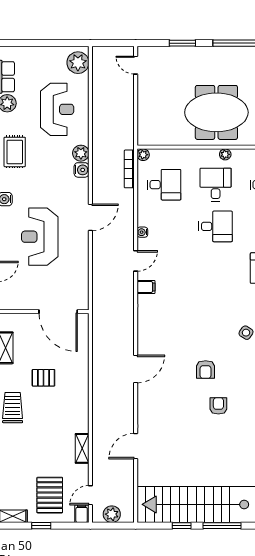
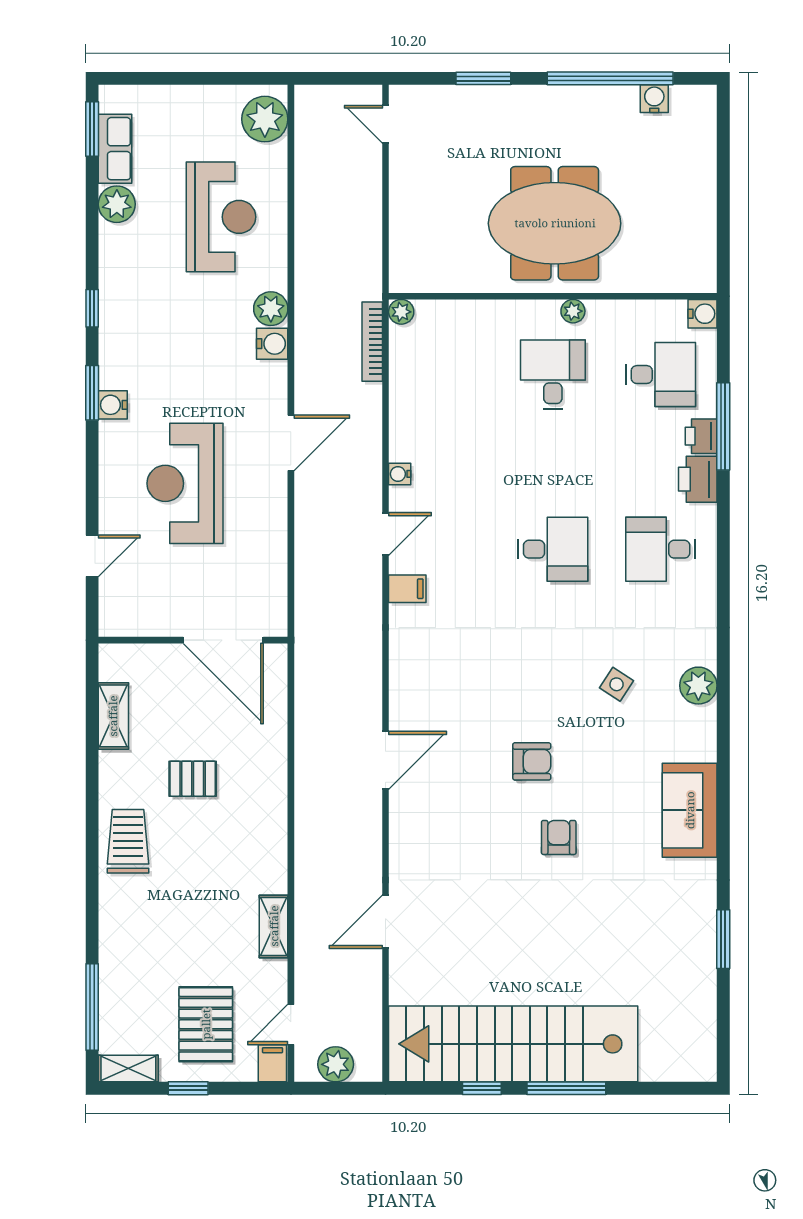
rug: (15, 152) -> (132, 306), removed
desk: (164, 185) -> (445, 375), removed
desk: (216, 226) -> (553, 549), moved
armchair: (206, 370) -> (532, 761), turned -90

